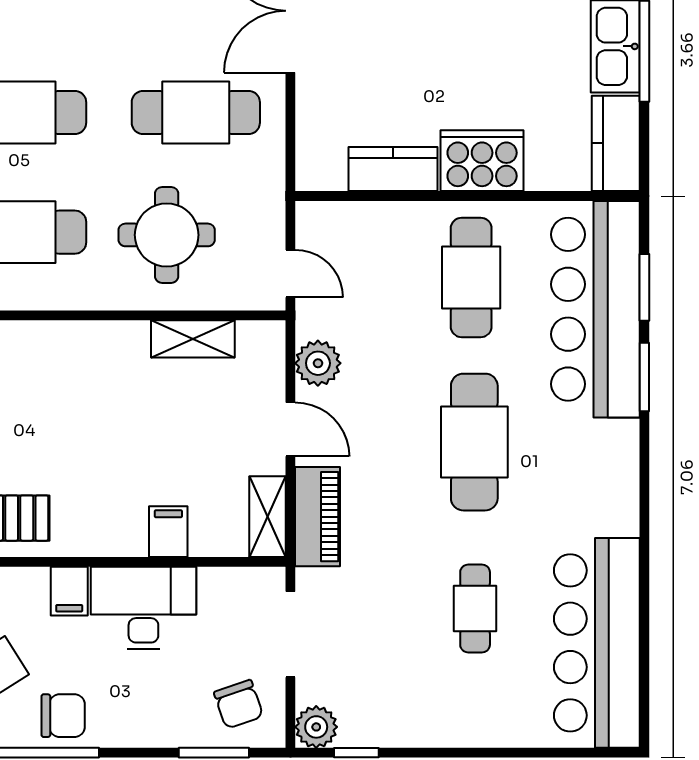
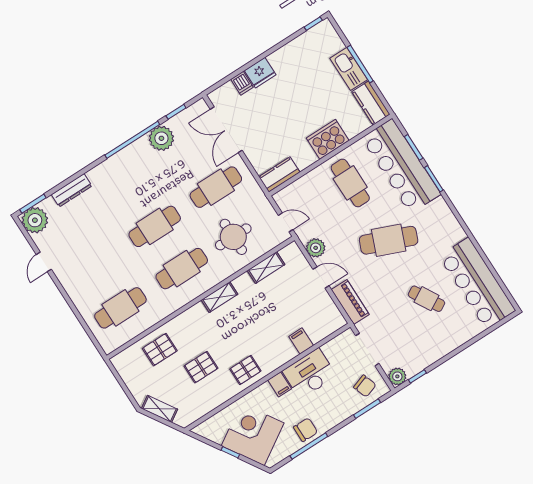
kitchen counter: (393, 169) -> (279, 175), moved
cafe table: (474, 442) -> (389, 240), turned -68
shelving: (268, 517) -> (220, 297), moved, turned 90
cafe table: (475, 608) -> (426, 299), turned -30

